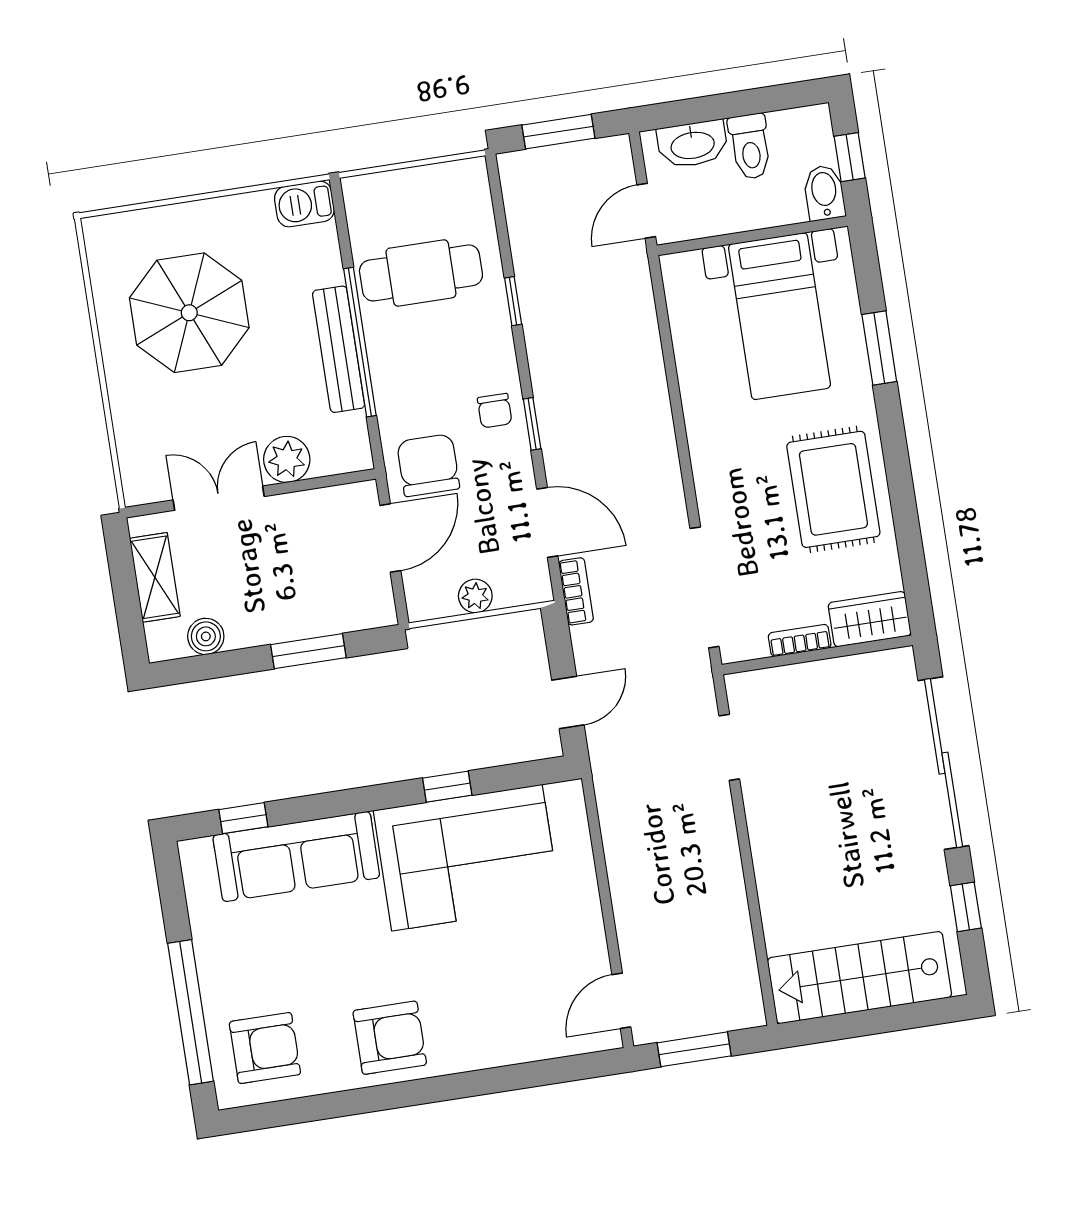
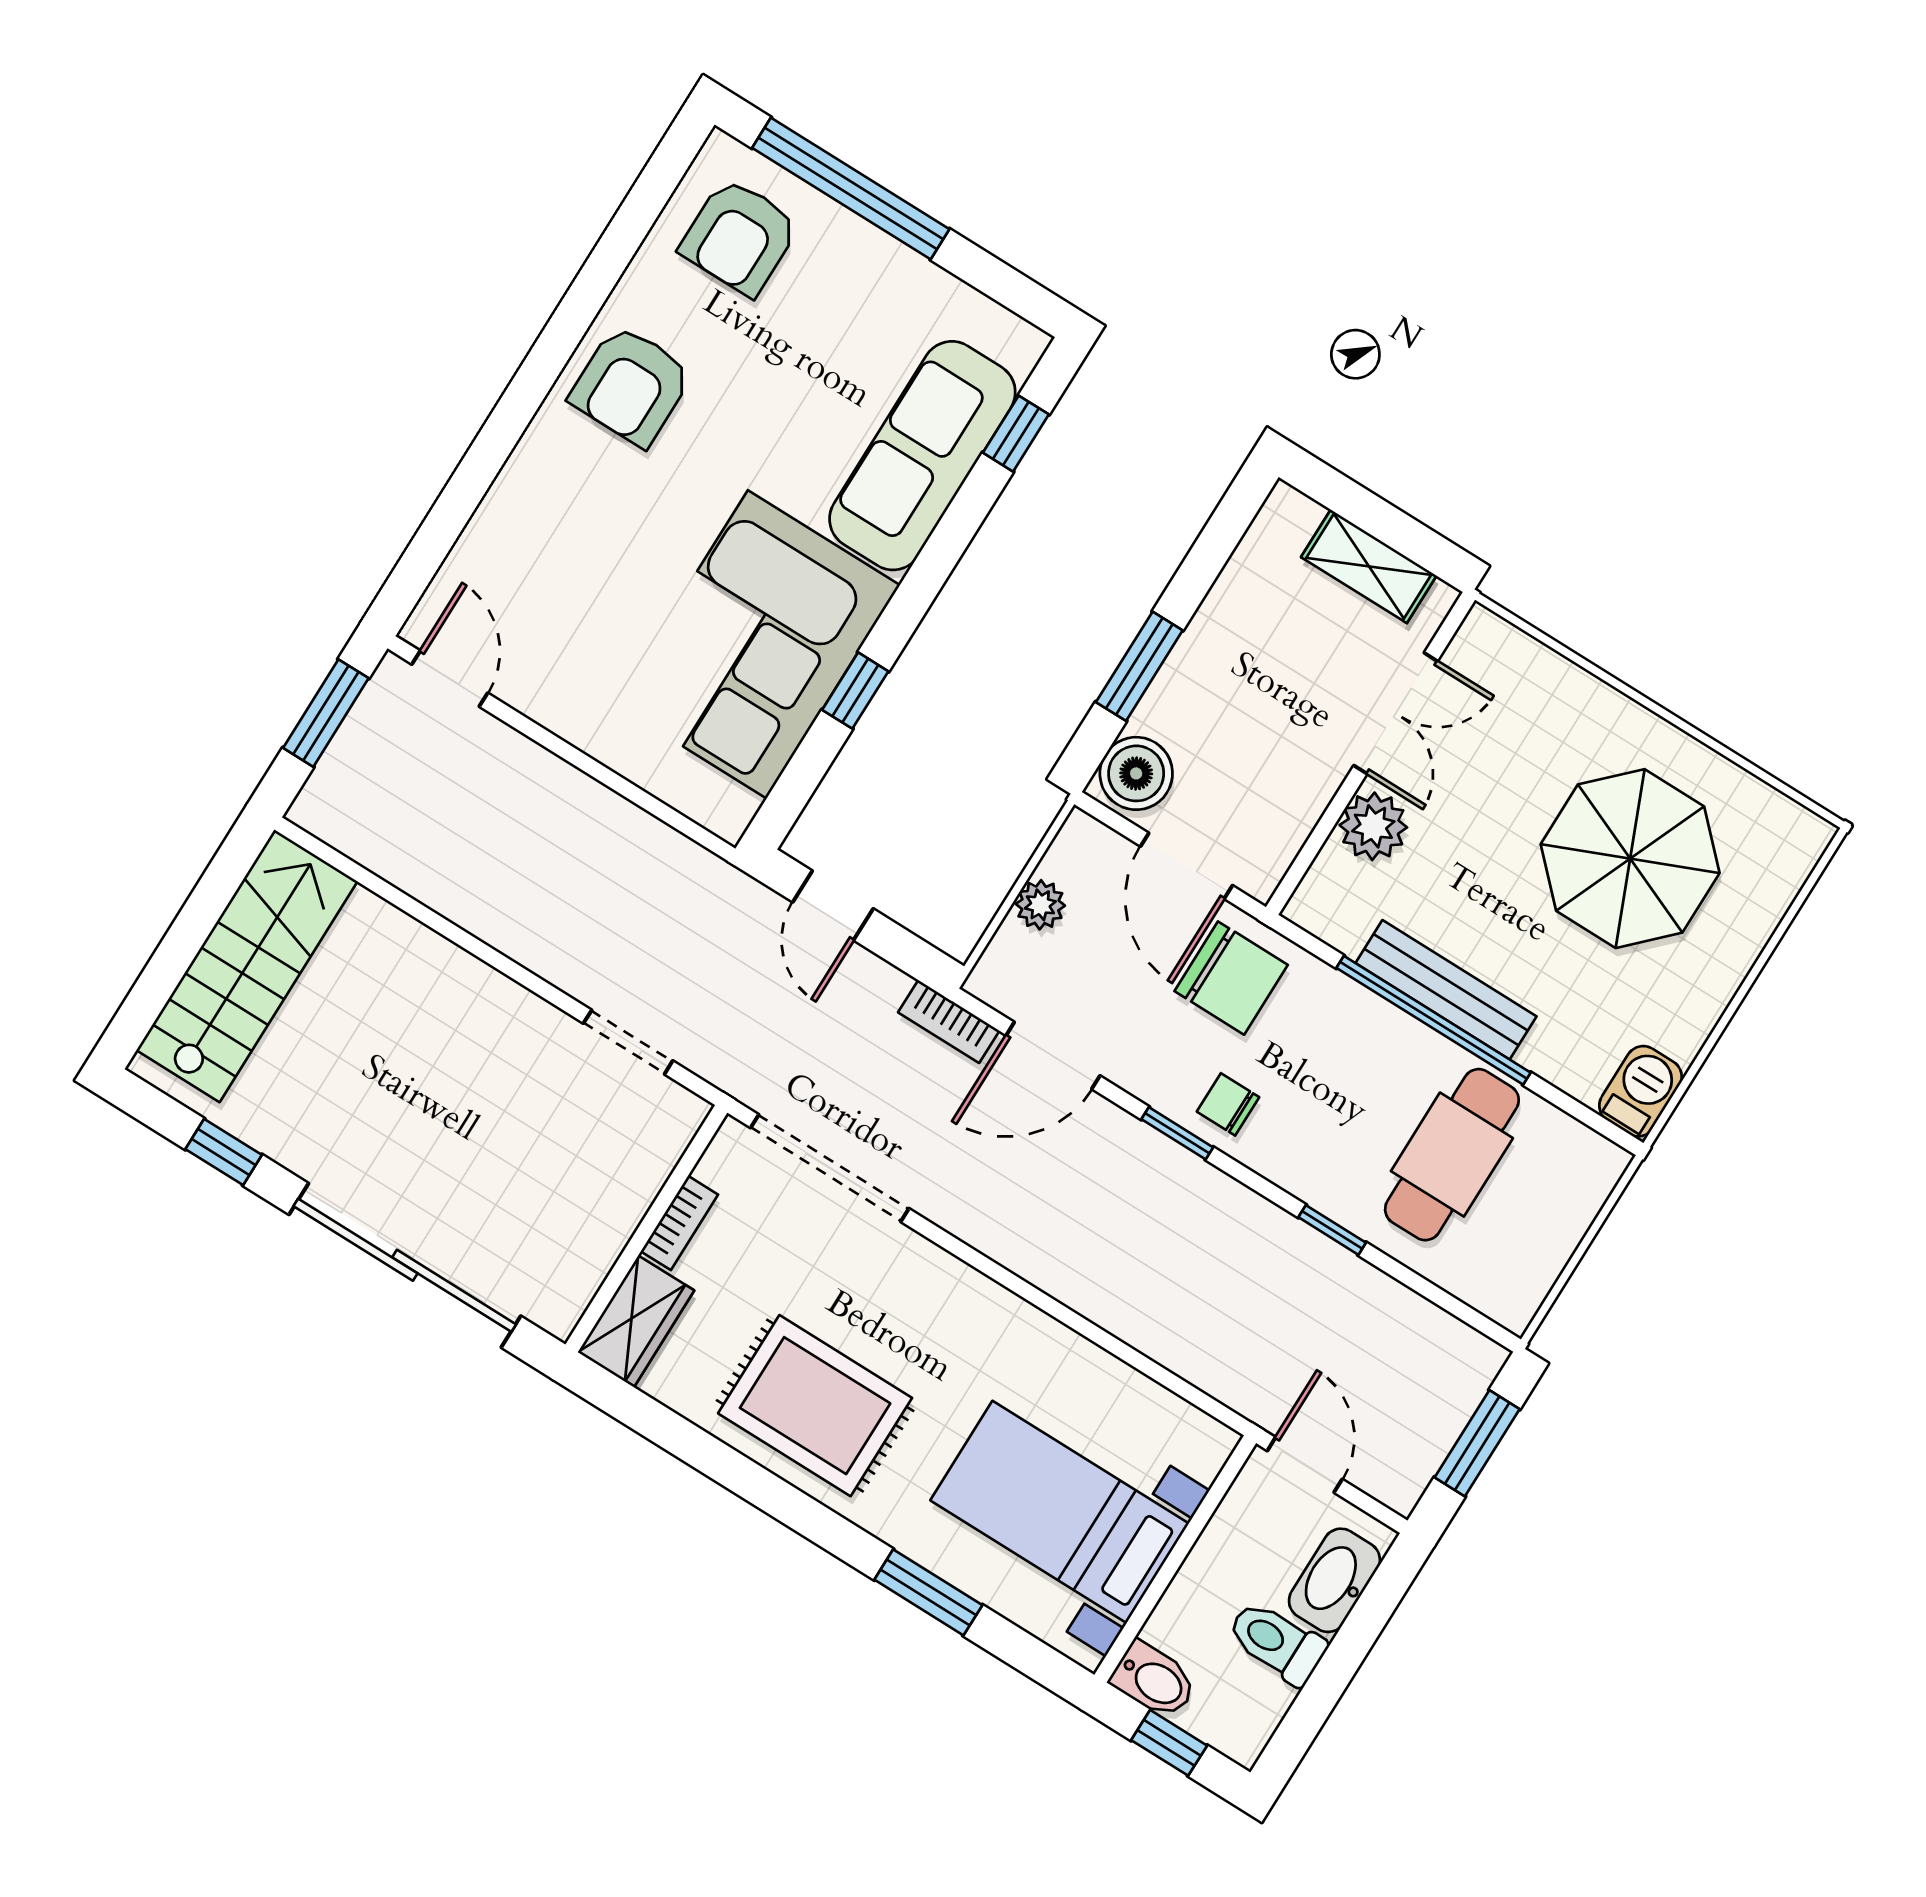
boiler: (206, 636) -> (1136, 773), moved, width x1.36, depth x1.36

